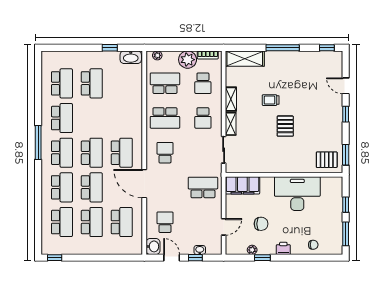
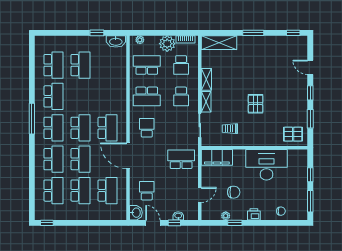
window: (283, 48) -> (253, 33), width x0.69
trolley: (271, 100) -> (230, 129), moved
window: (346, 155) -> (310, 119), moved

